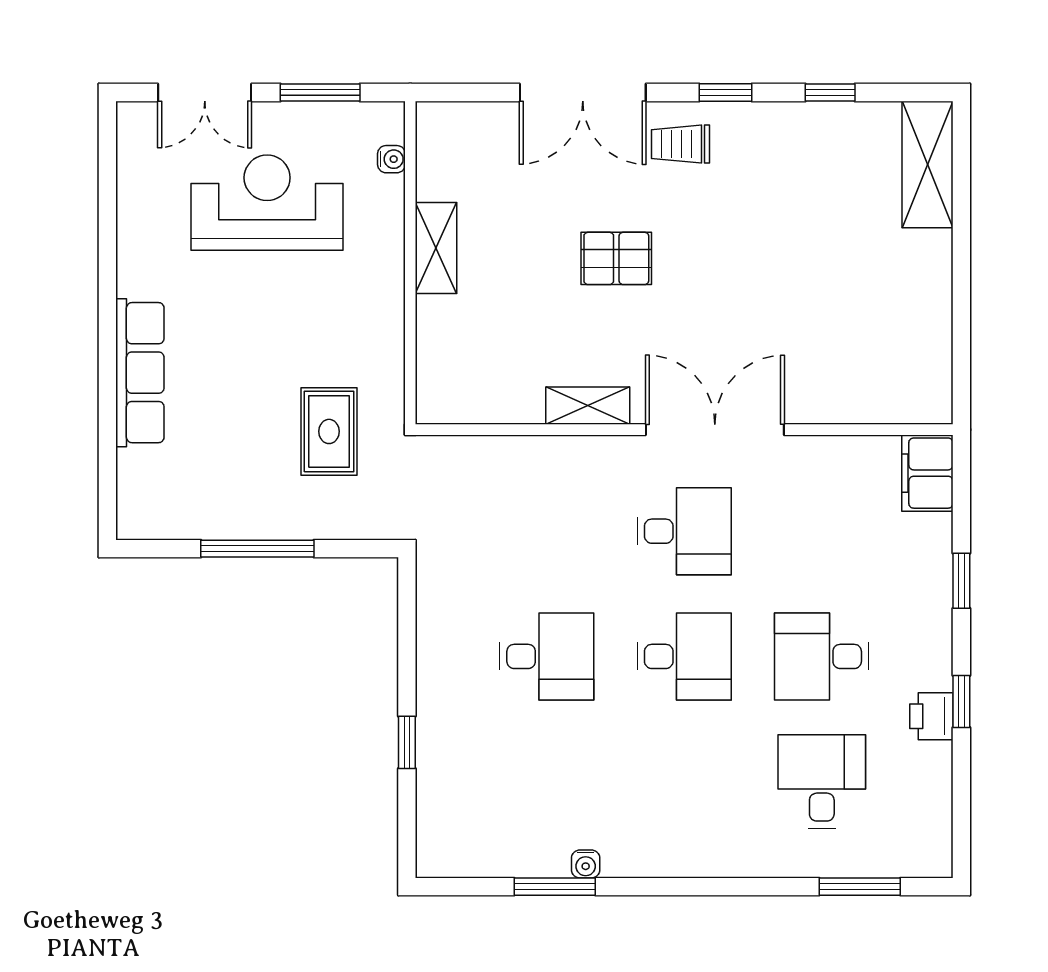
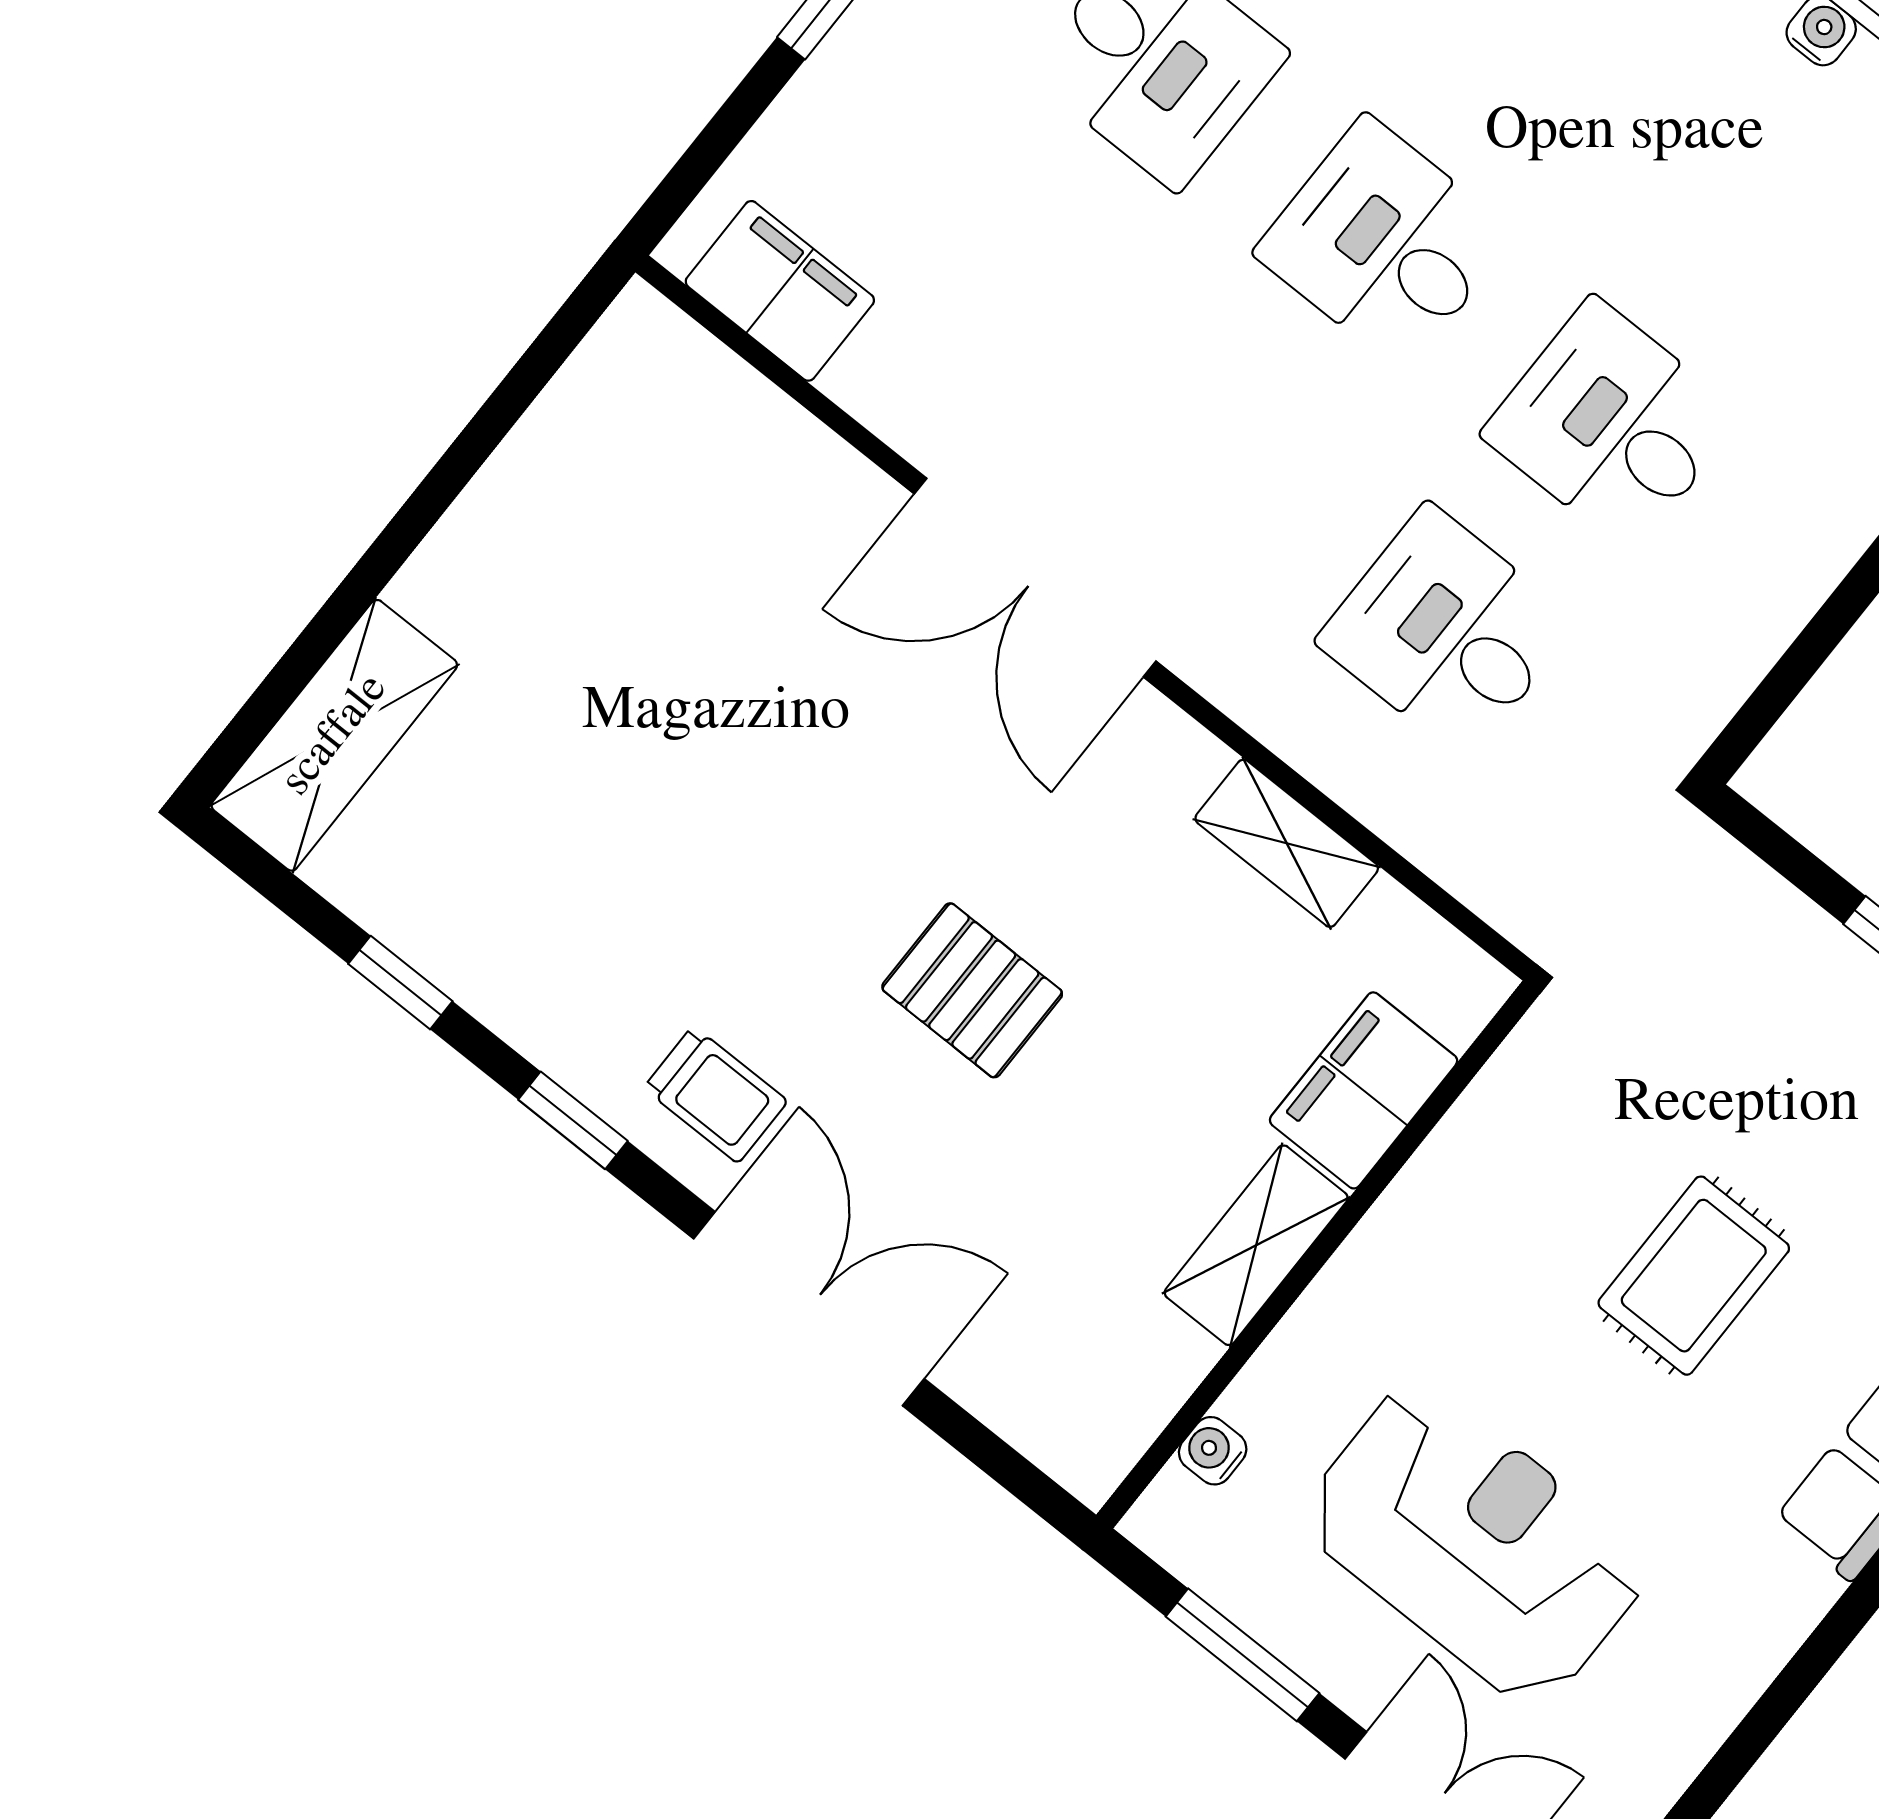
reception desk: (267, 203) -> (1475, 1543), turned 180
filing cabinet: (442, 337) -> (1364, 1090), added
shelving: (588, 406) -> (1287, 843), moved
rug: (329, 431) -> (1694, 1276), moved
filing cabinet: (927, 473) -> (780, 291), moved, turned -90
desk: (684, 531) -> (1447, 632), moved

